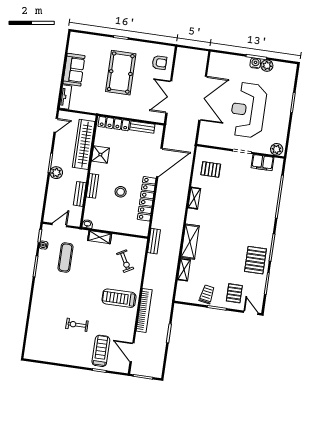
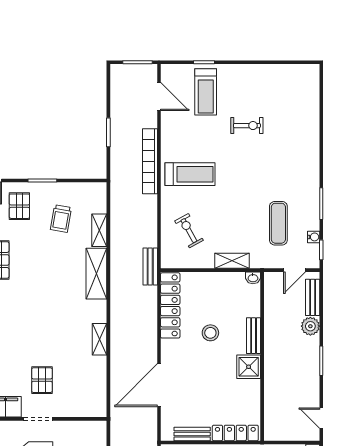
door: (56, 125) -> (321, 418), hinge flipped
wardrobe: (84, 144) -> (276, 396), removed
shower: (100, 154) -> (249, 367), moved
pallet: (211, 169) -> (42, 380), moved, turned 90
plant: (56, 173) -> (310, 326), moved
bench: (80, 194) -> (313, 297), moved
locker: (147, 199) -> (170, 305), moved
trolley: (207, 294) -> (61, 219), moved

